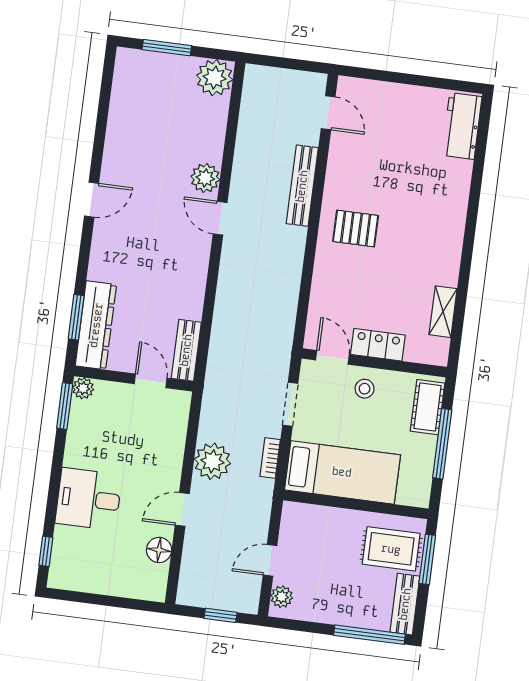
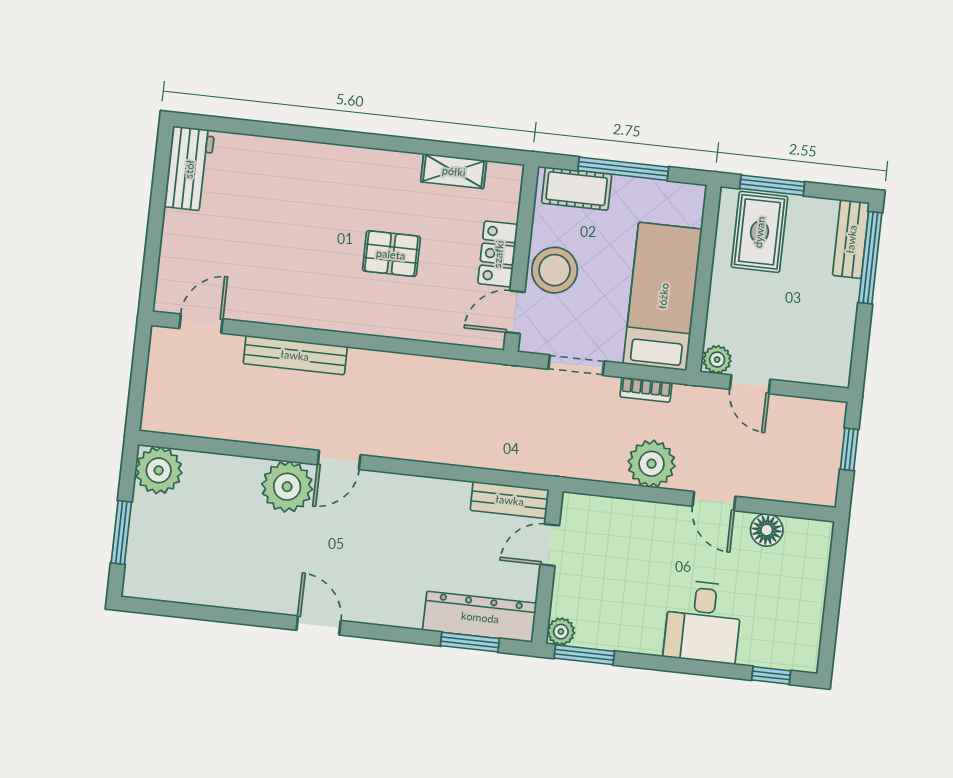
workbench: (462, 126) -> (189, 169), moved, turned -90
plant: (205, 178) -> (287, 487), width x1.36, depth x1.36
pallet: (356, 228) -> (391, 254), moved, turned 90
stool: (365, 389) -> (555, 270), width x1.89, depth x1.89
door: (270, 560) -> (750, 384), moved
plant: (282, 597) -> (717, 360), moved
bench: (405, 604) -> (851, 239), moved, turned 90

